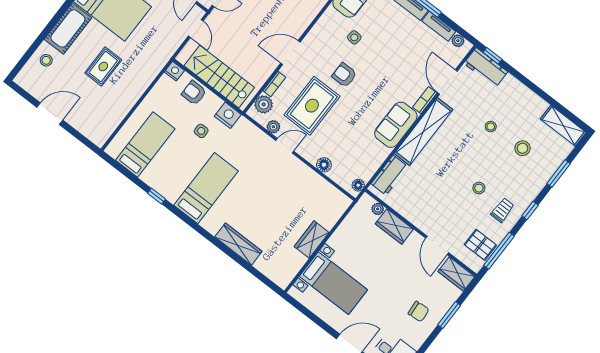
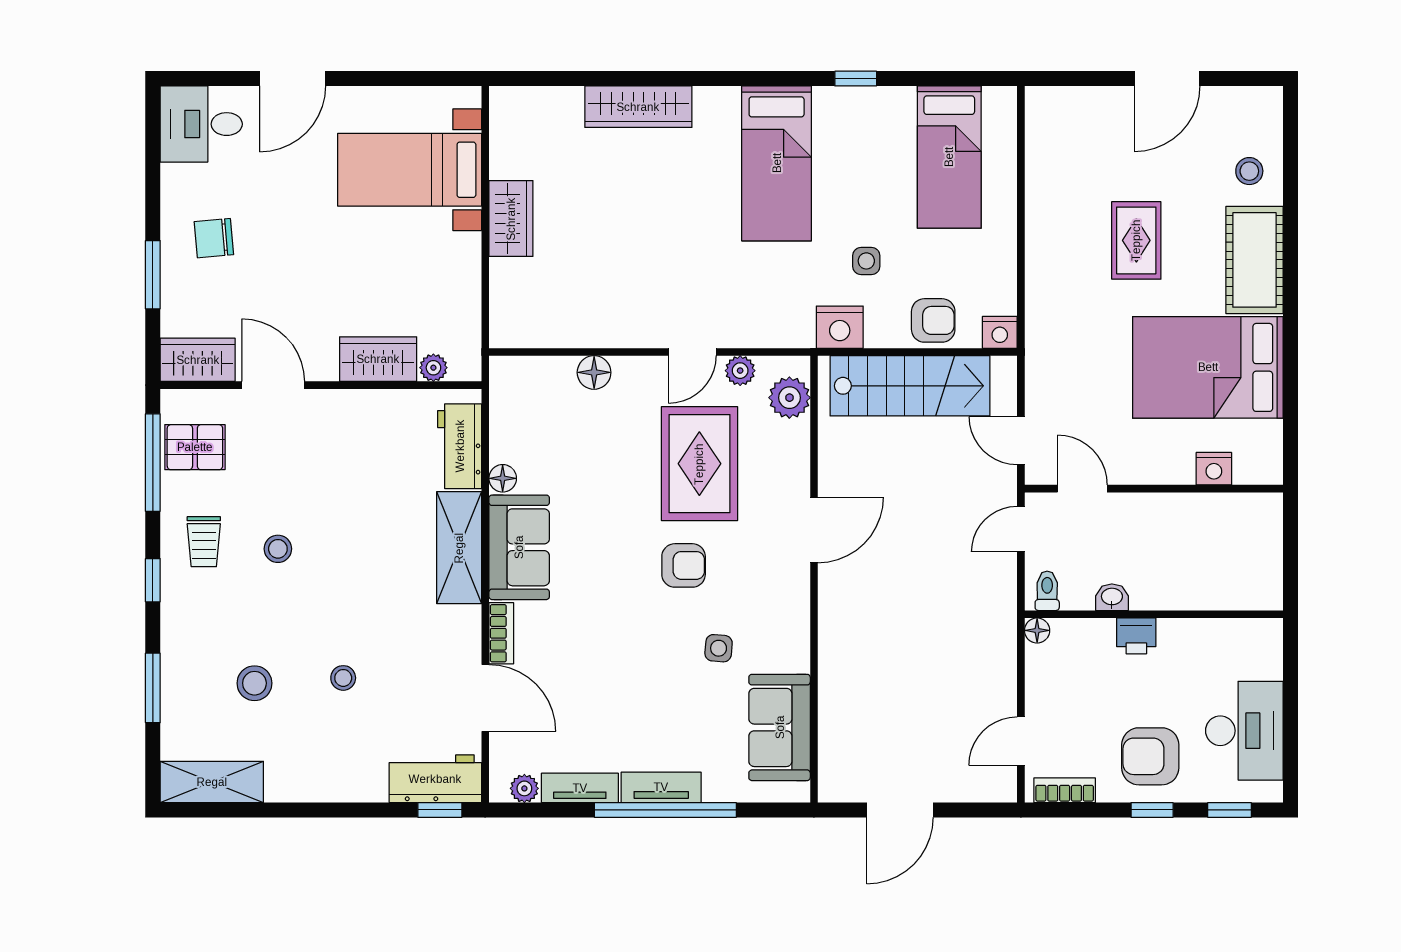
bookcase: (274, 84) -> (799, 450), removed
shelving: (423, 132) -> (459, 548), width x0.68
floor lamp: (358, 185) -> (503, 478), moved

